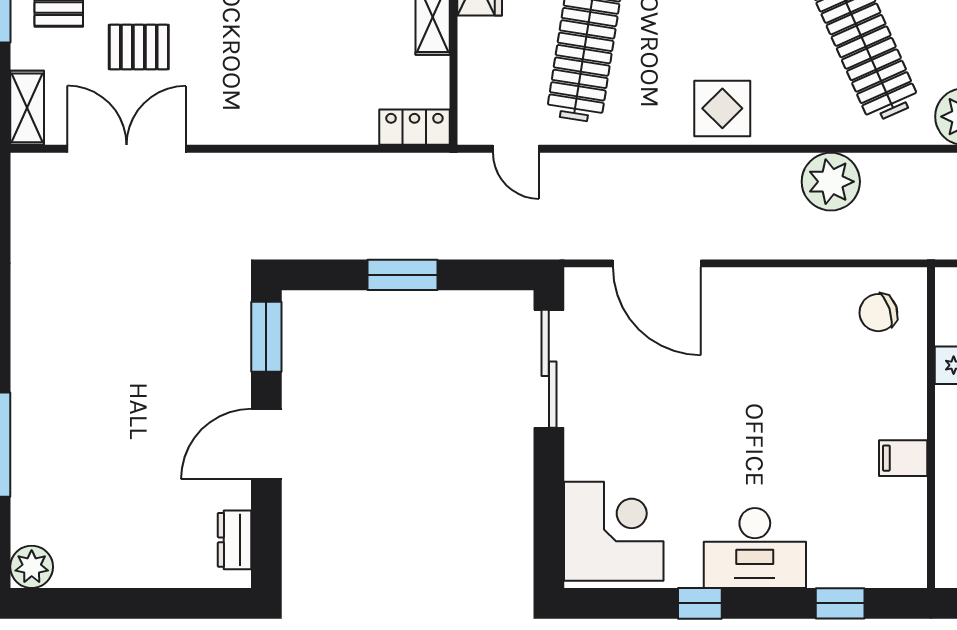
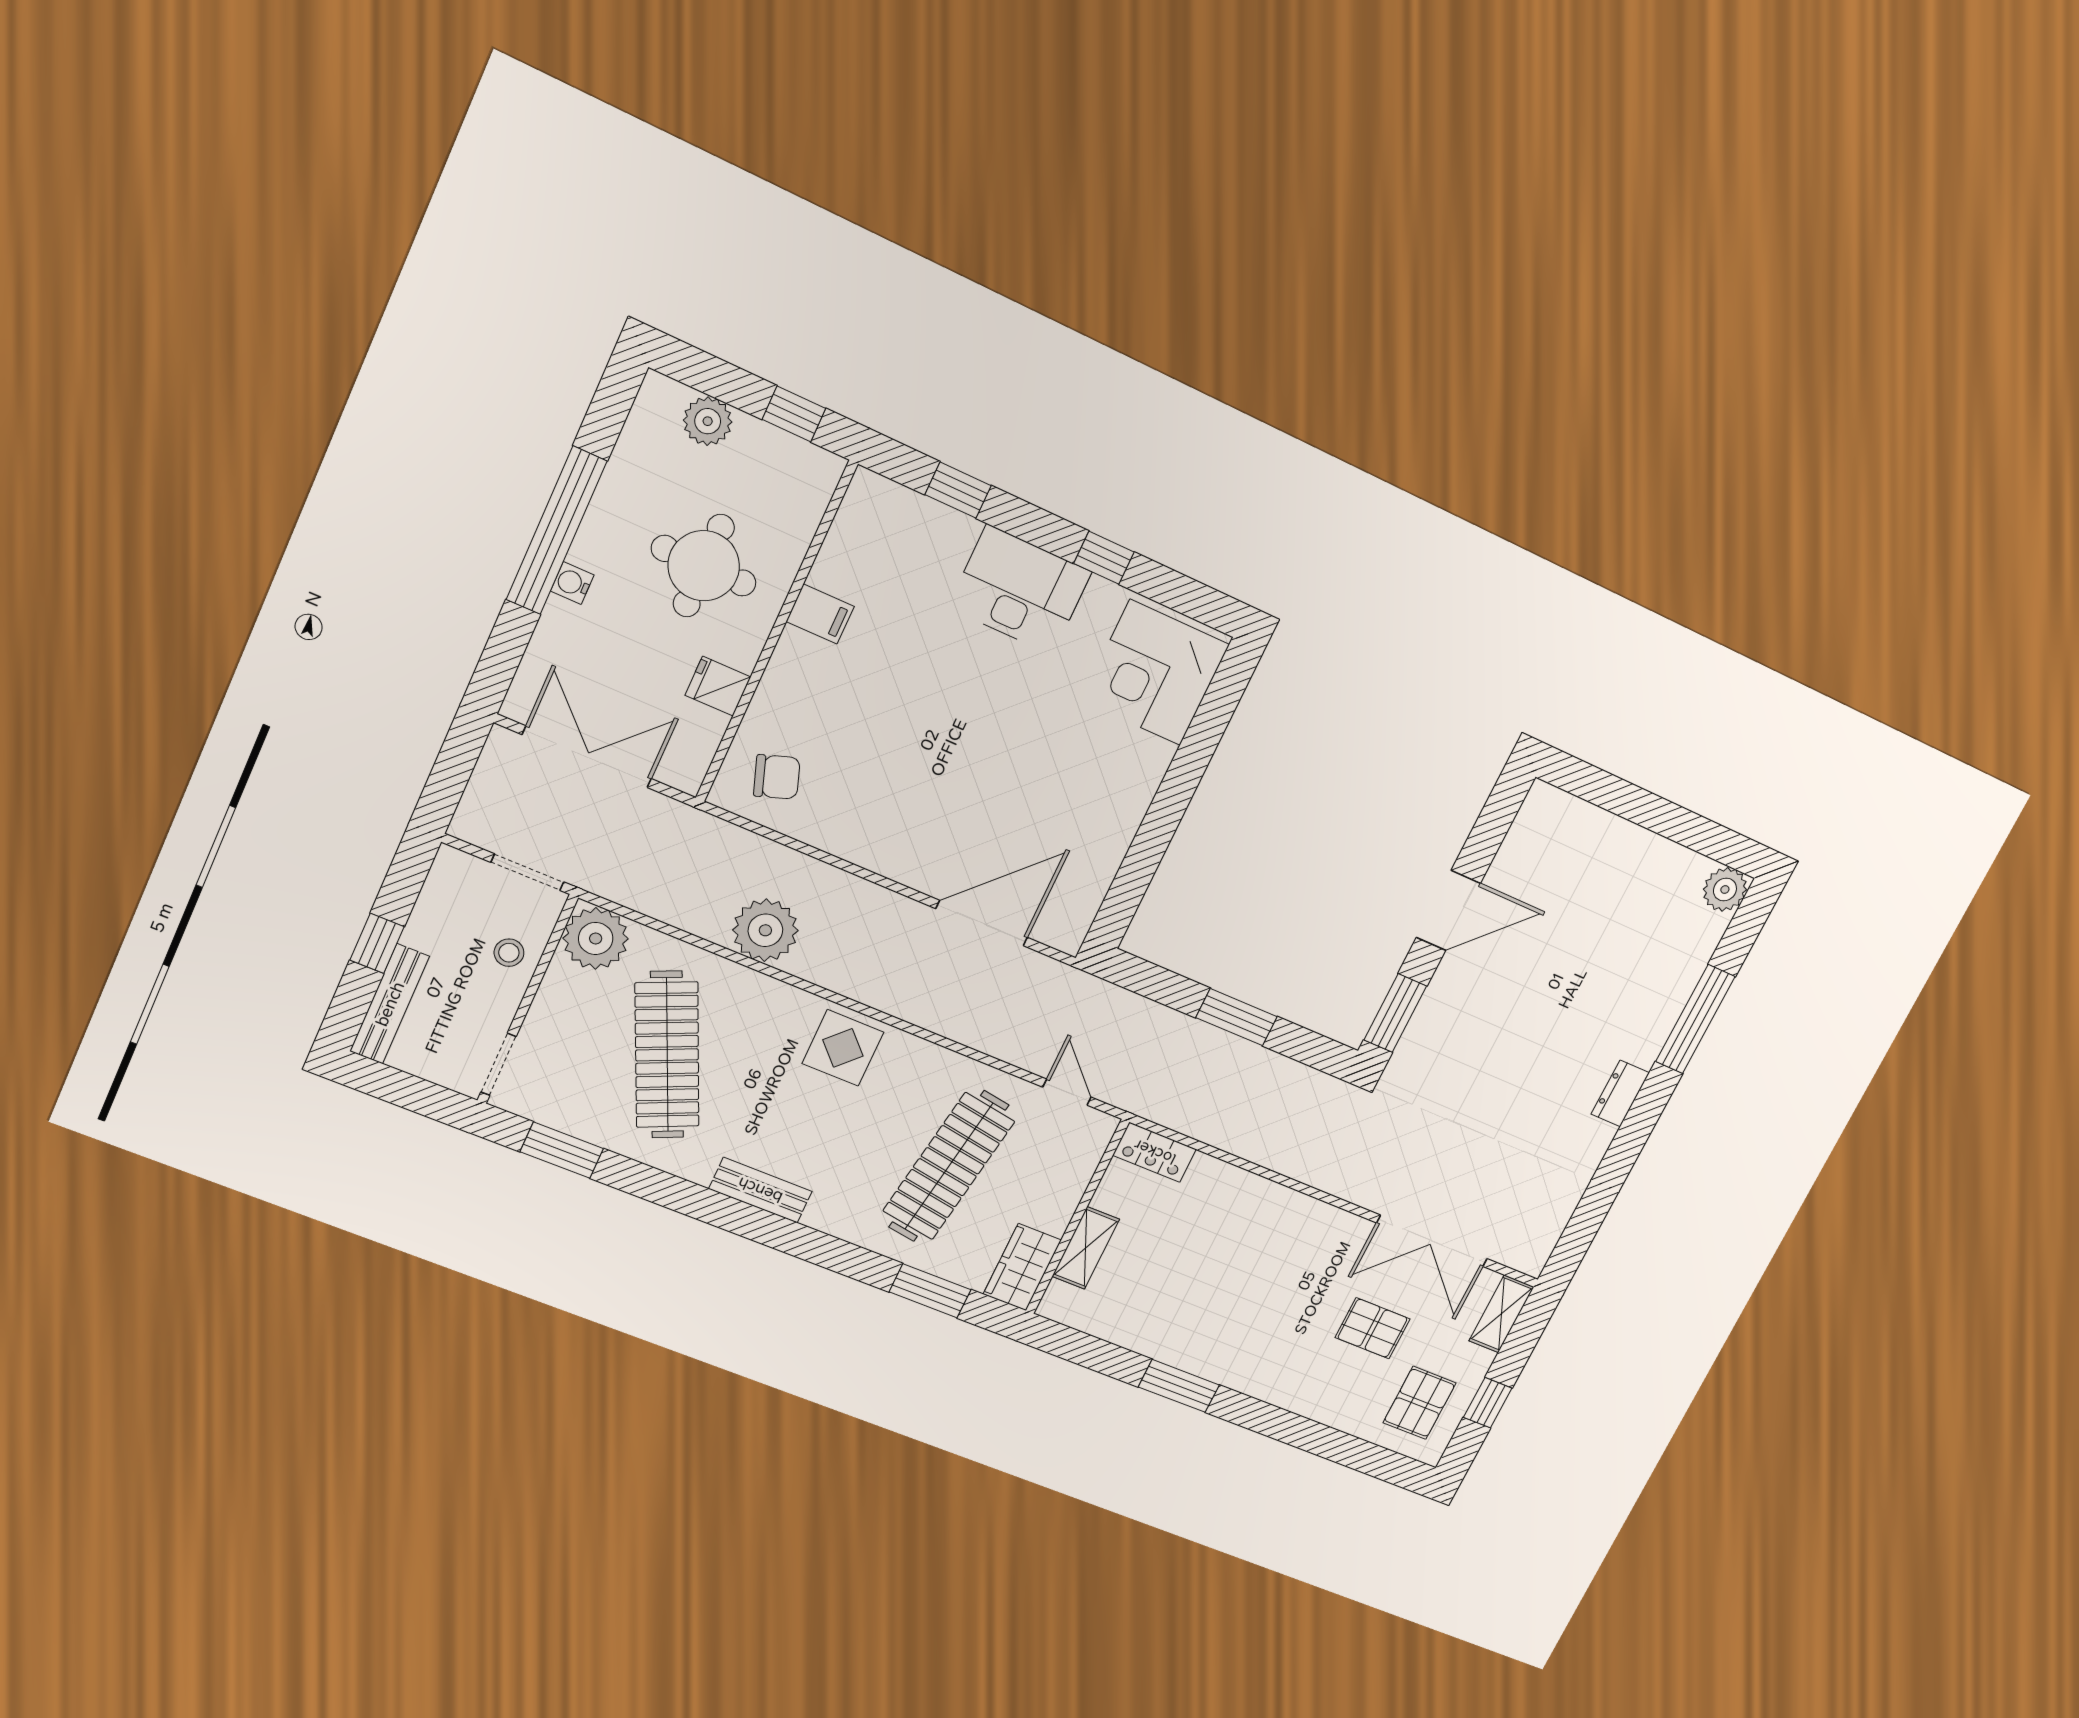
door: (657, 263) -> (982, 923), hinge flipped
sliding door: (549, 369) -> (1140, 865), removed
dresser: (234, 540) -> (1620, 1093), moved, turned 180

